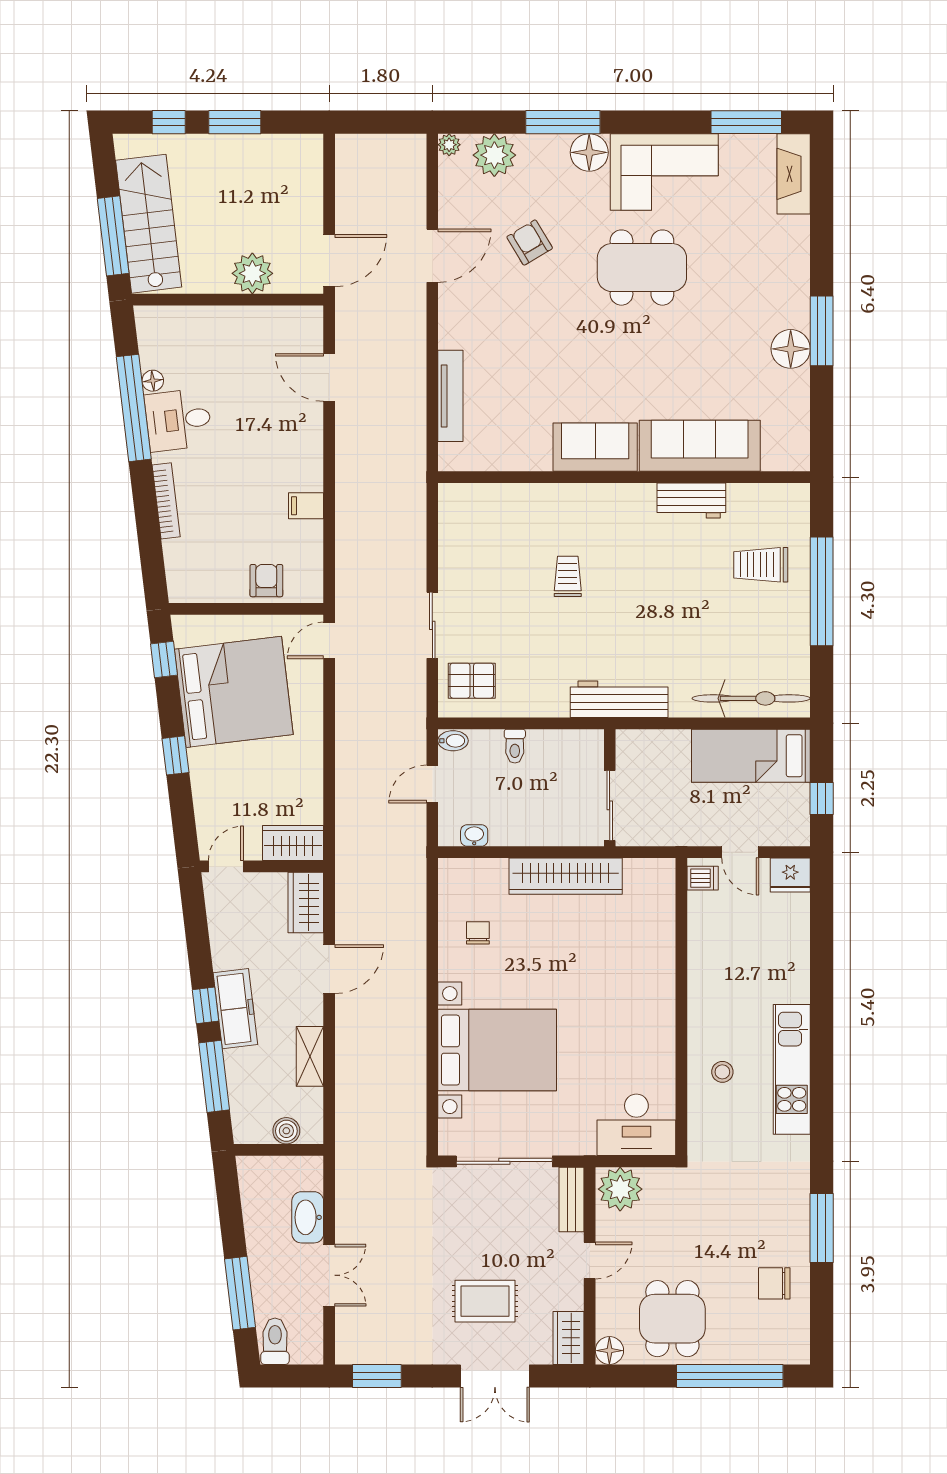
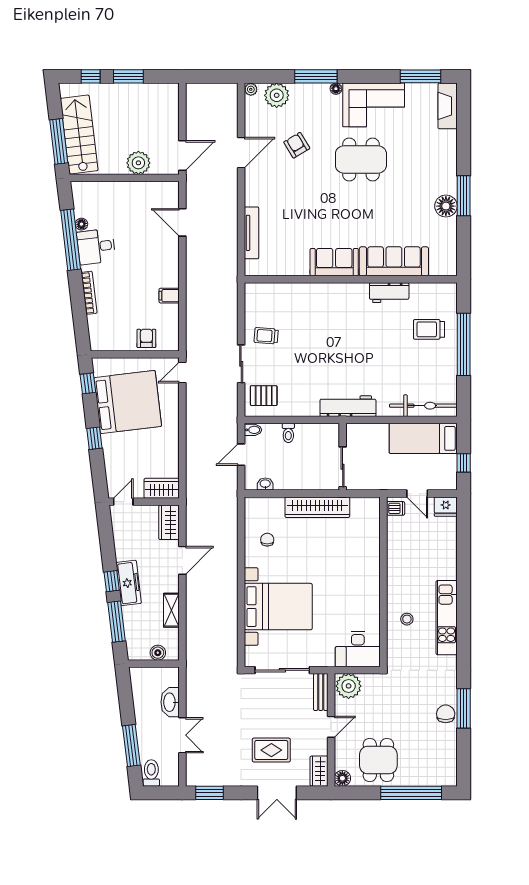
floor lamp: (589, 152) -> (336, 89), width x0.53, depth x0.53
trolley: (568, 576) -> (266, 336), moved, turned -86
chair: (774, 1283) -> (446, 714), moved, turned 90

